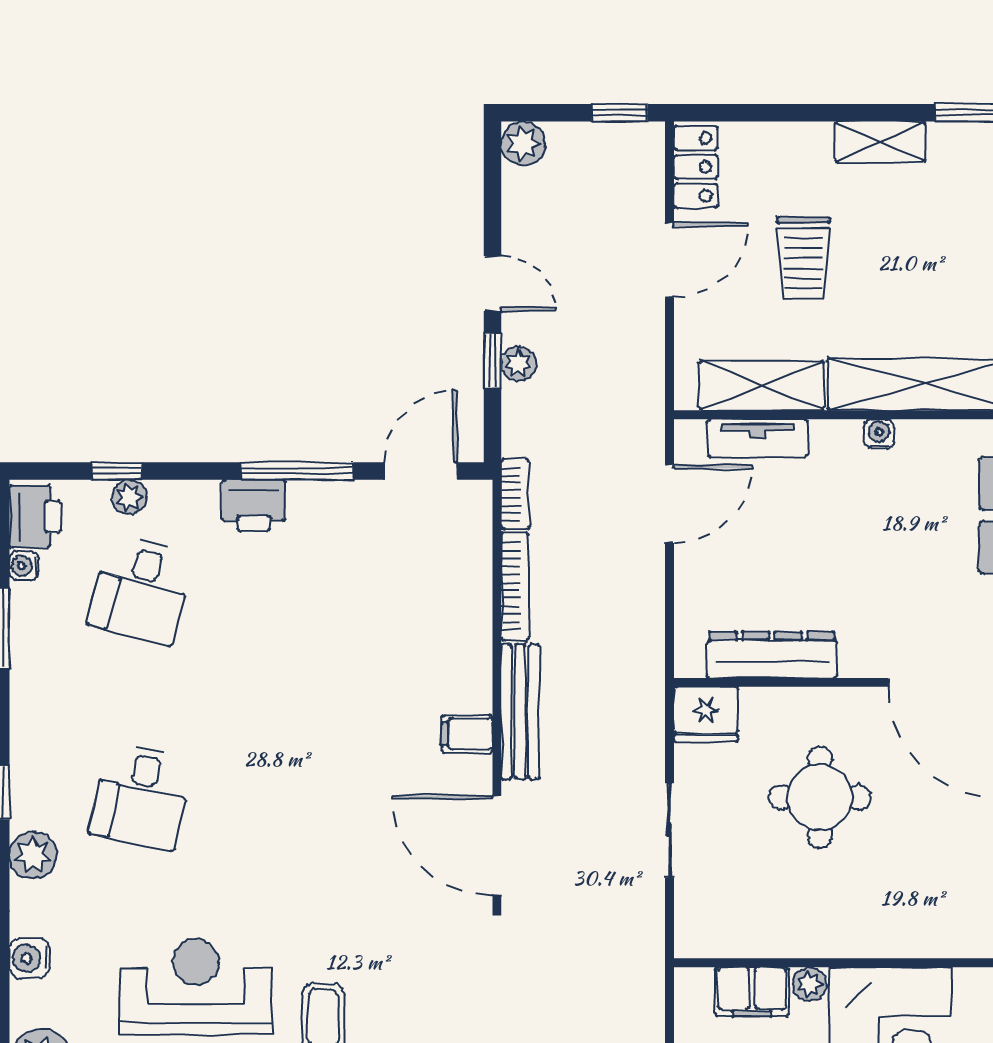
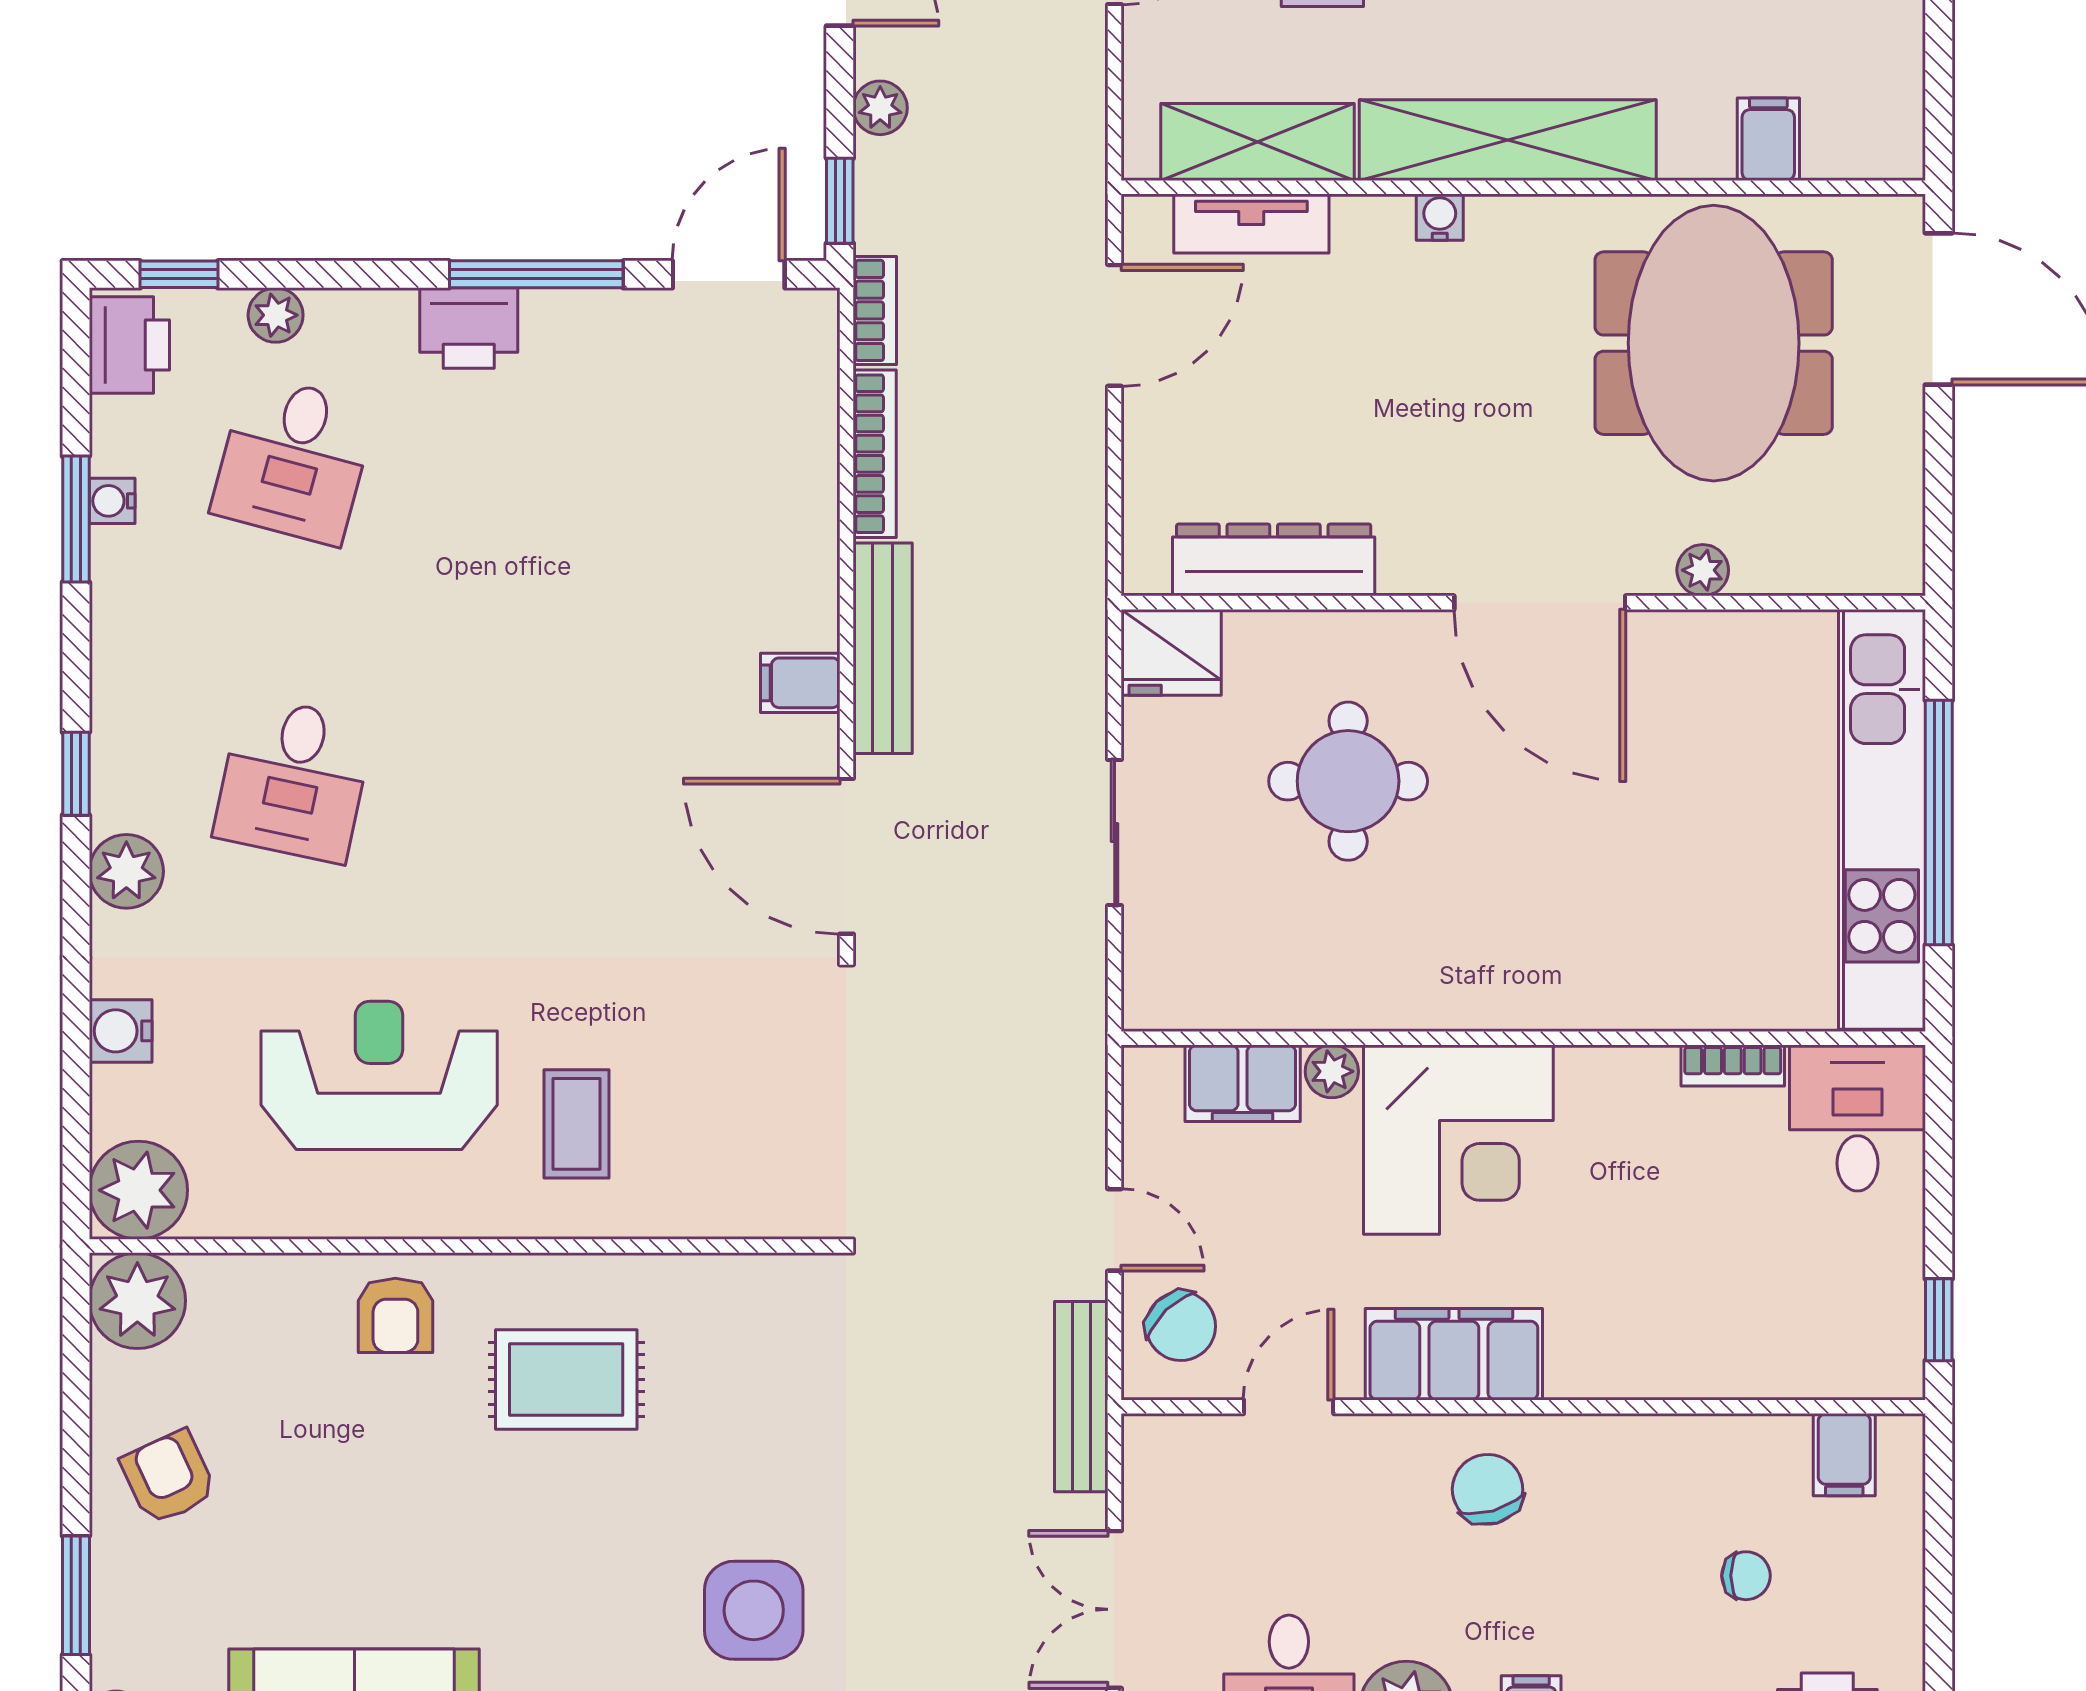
window: (493, 361) -> (840, 201), moved
window: (117, 471) -> (179, 274), moved
water cooler: (24, 566) -> (112, 501), moved

